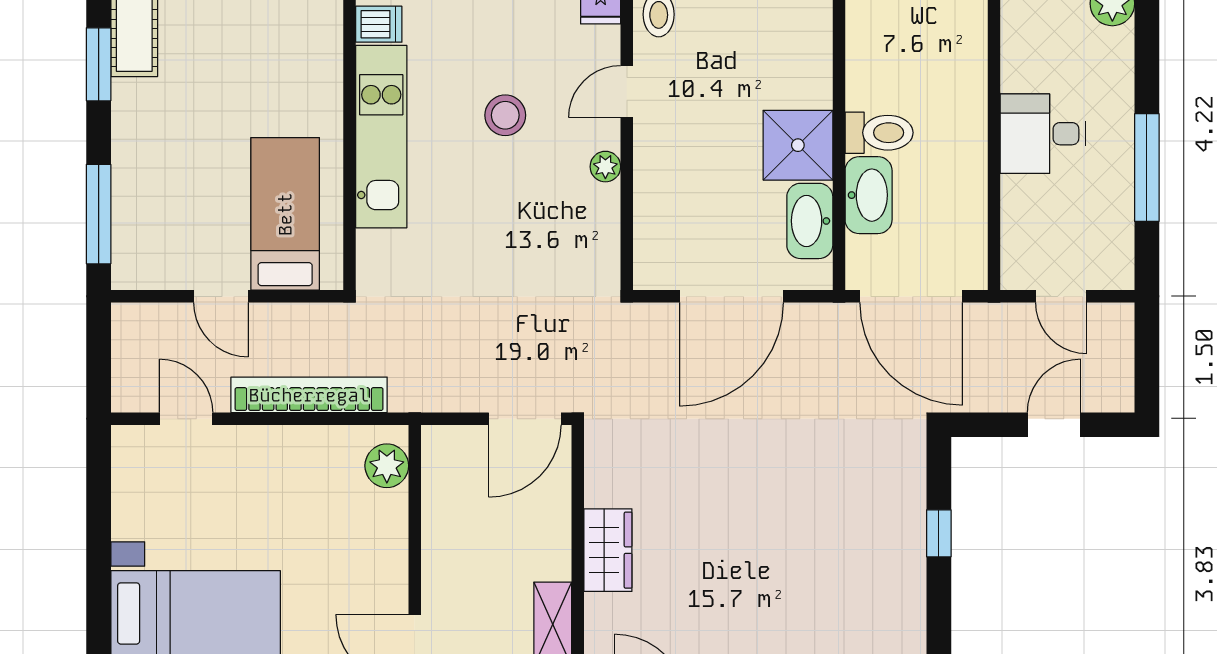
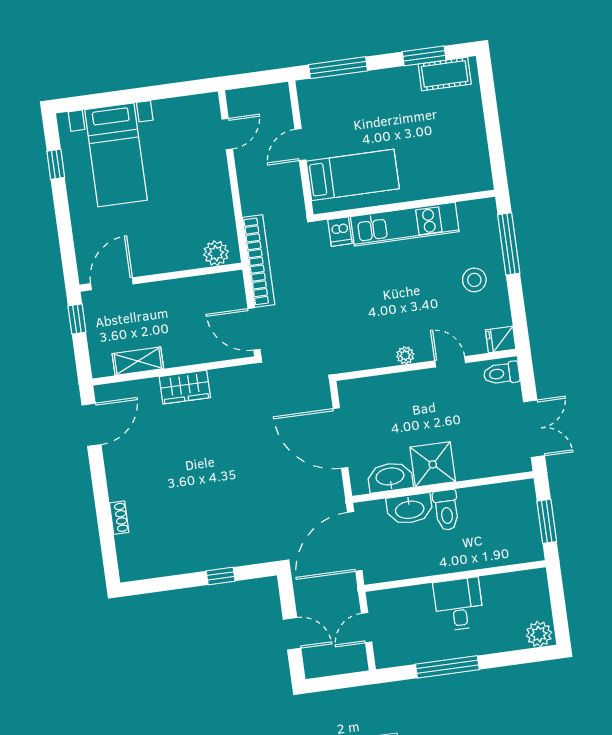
dishwasher: (379, 24) -> (340, 232), moved
stool: (505, 115) -> (474, 280), moved
bookcase: (309, 395) -> (259, 261), moved

